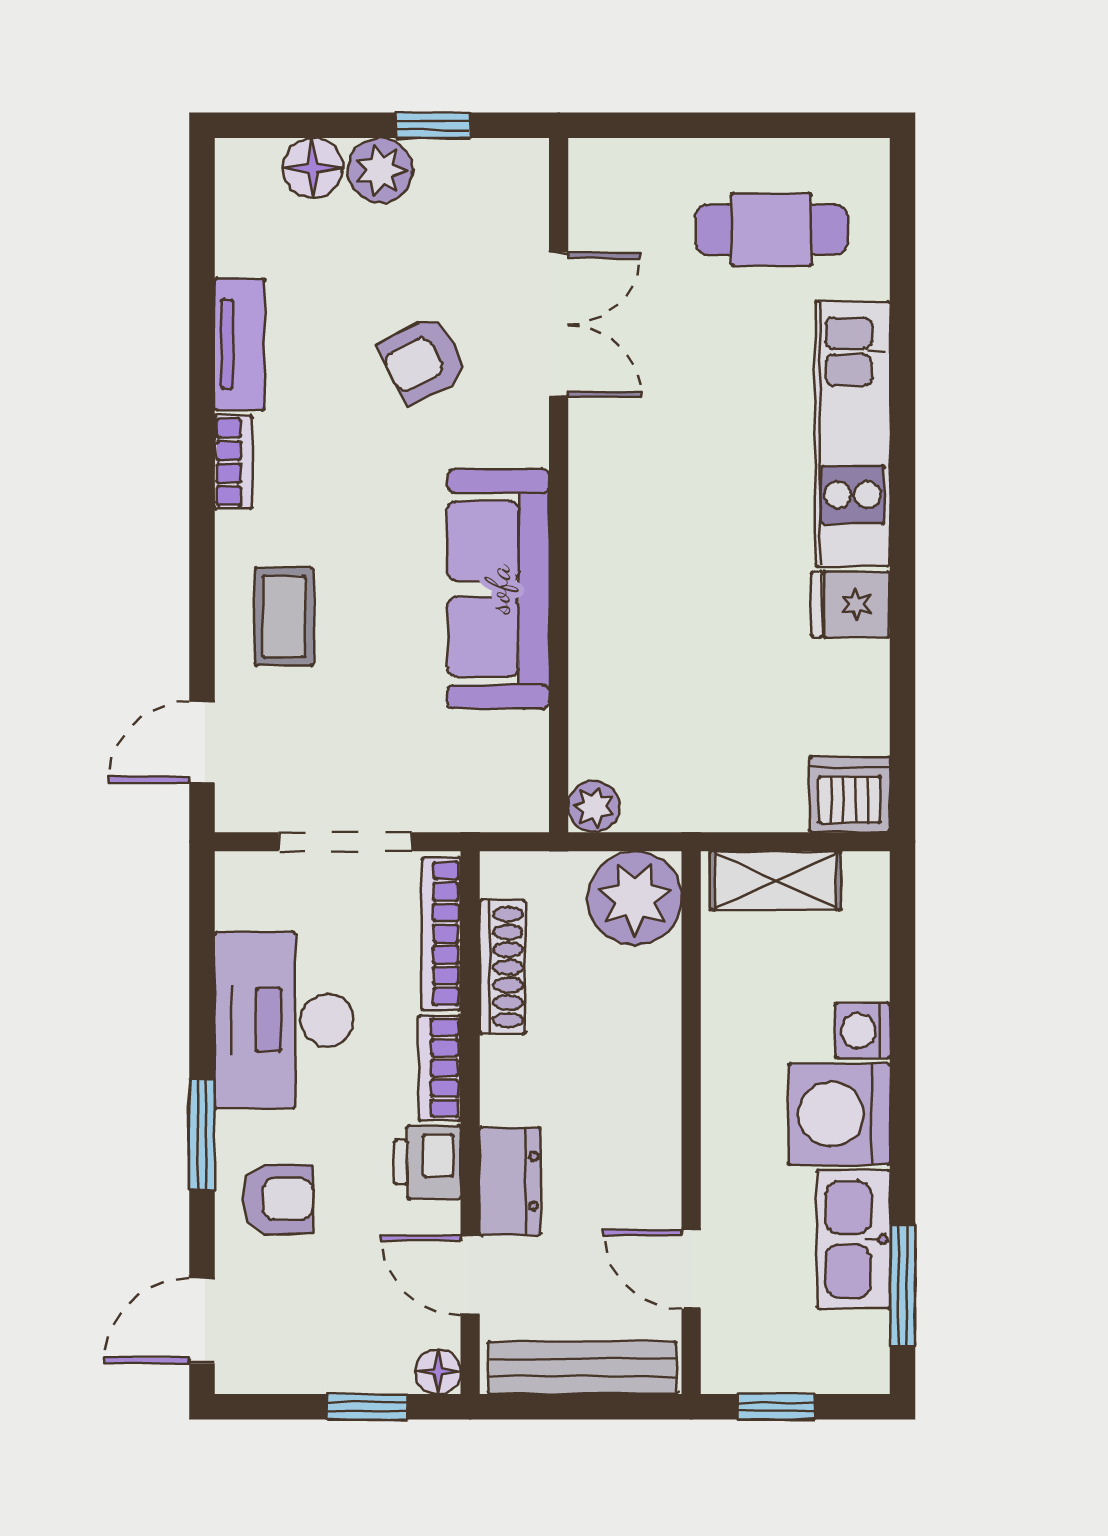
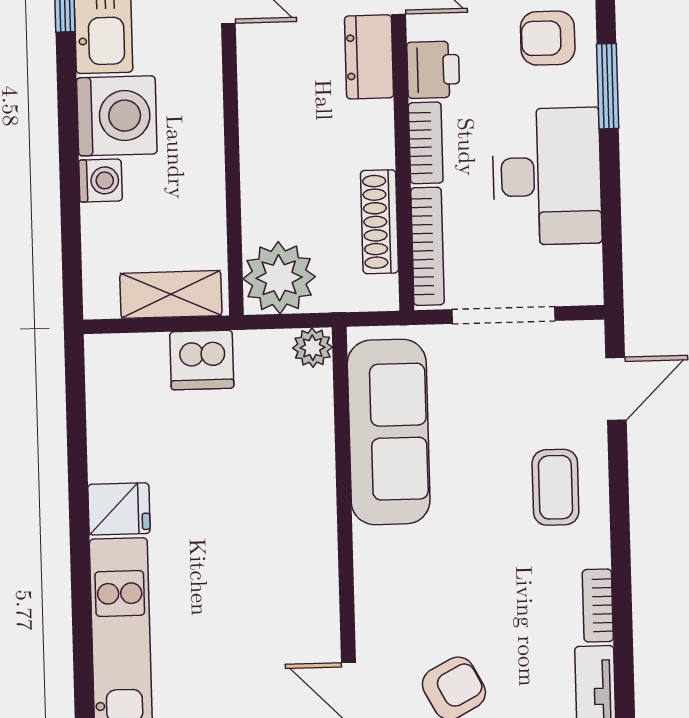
sofa: (498, 589) -> (389, 432), moved
dishwasher: (850, 794) -> (202, 360), moved

